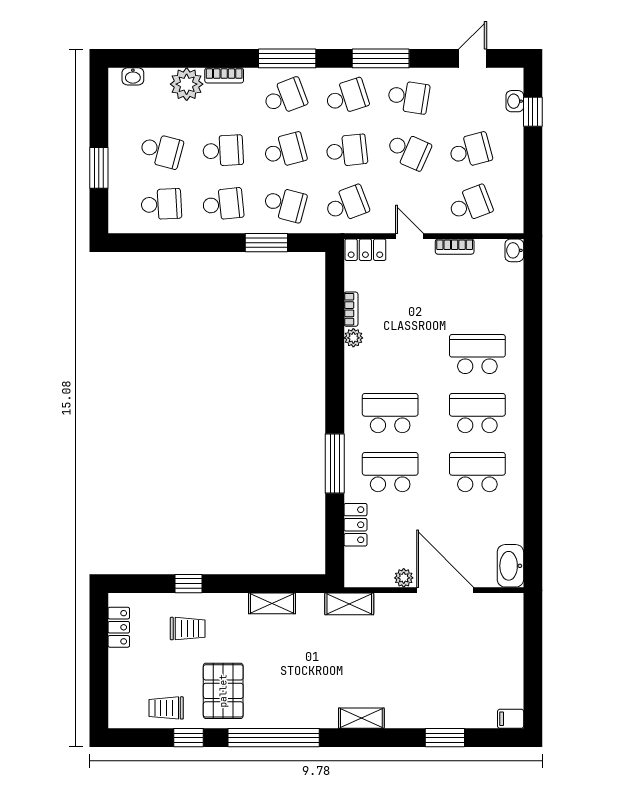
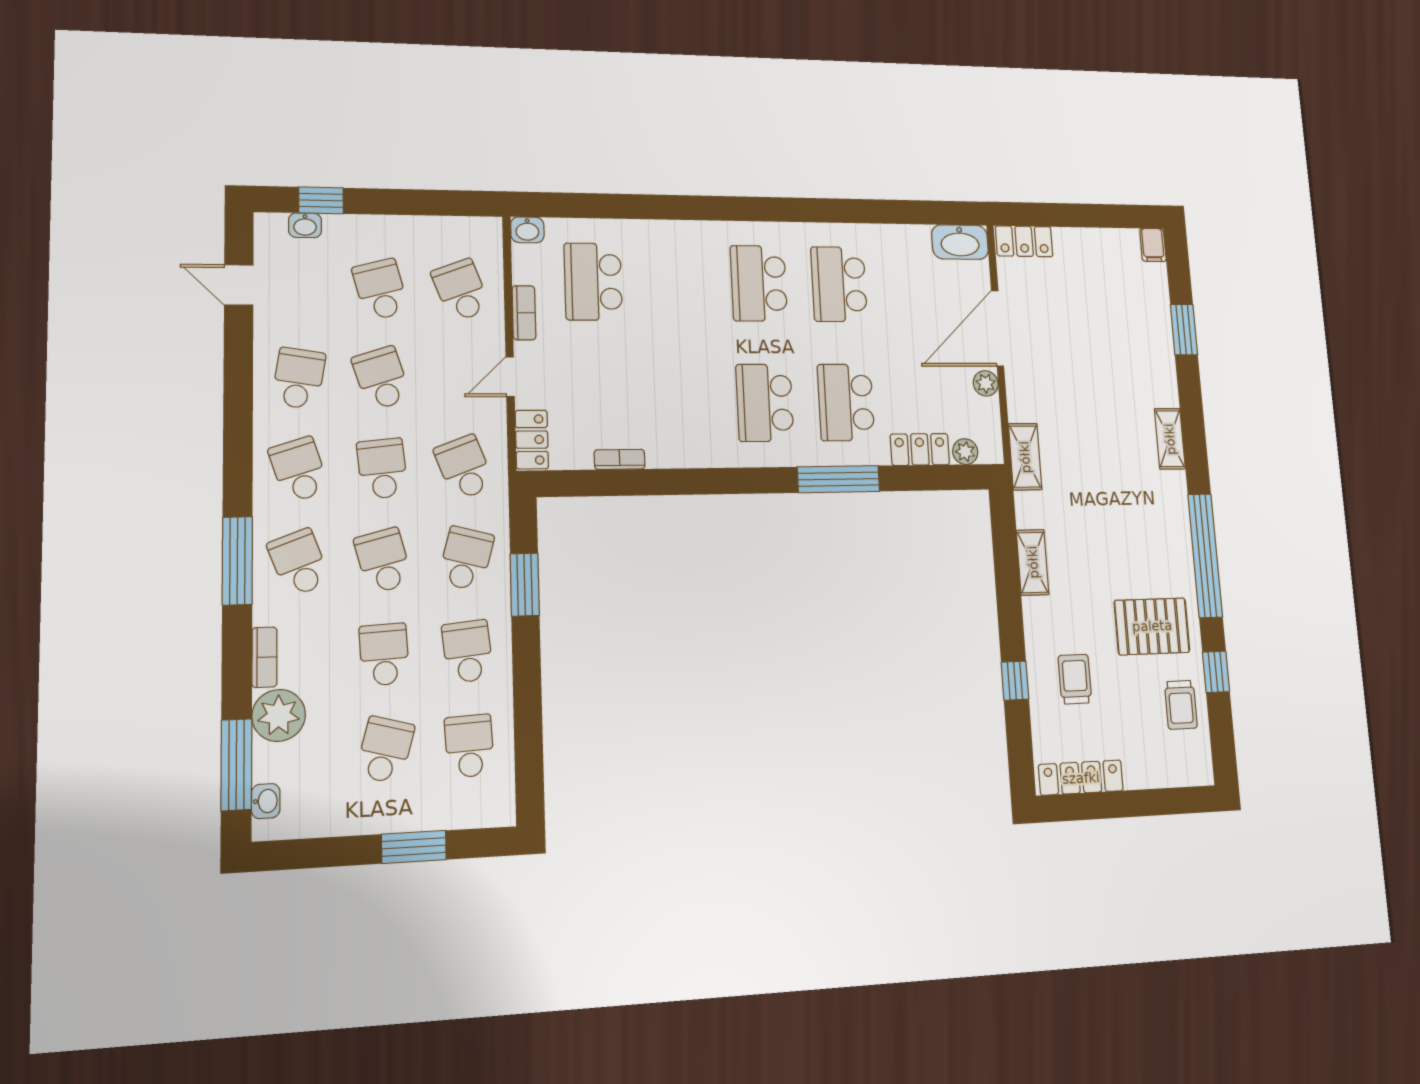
window: (381, 58) -> (236, 765), moved
school desk: (408, 151) -> (381, 378), turned -42
plant: (353, 338) -> (965, 452), moved
school desk: (477, 354) -> (593, 282), moved
locker: (512, 616) -> (1024, 241), added
locker: (119, 627) -> (1081, 778), width x1.53

